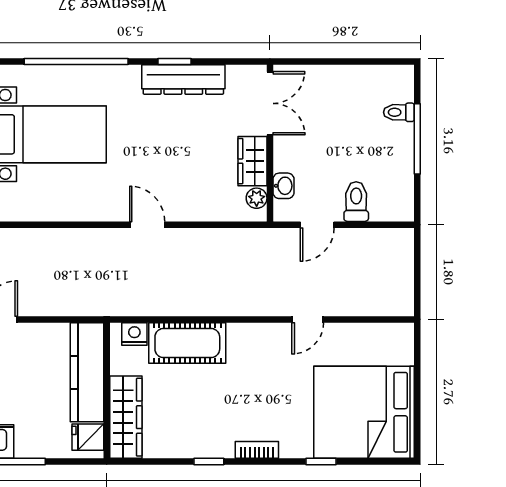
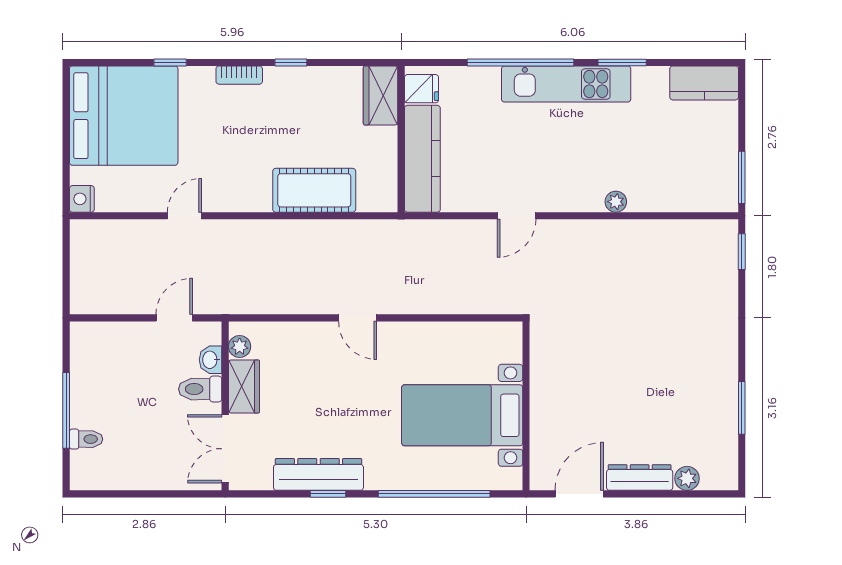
toilet: (356, 202) -> (200, 389), moved, turned 90
nightstand: (134, 334) -> (82, 199), moved, turned 90
wardrobe: (126, 417) -> (381, 95), width x0.67

